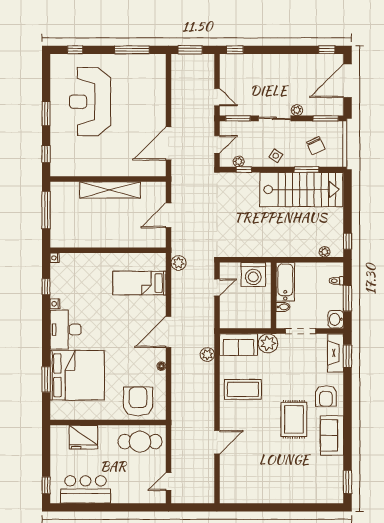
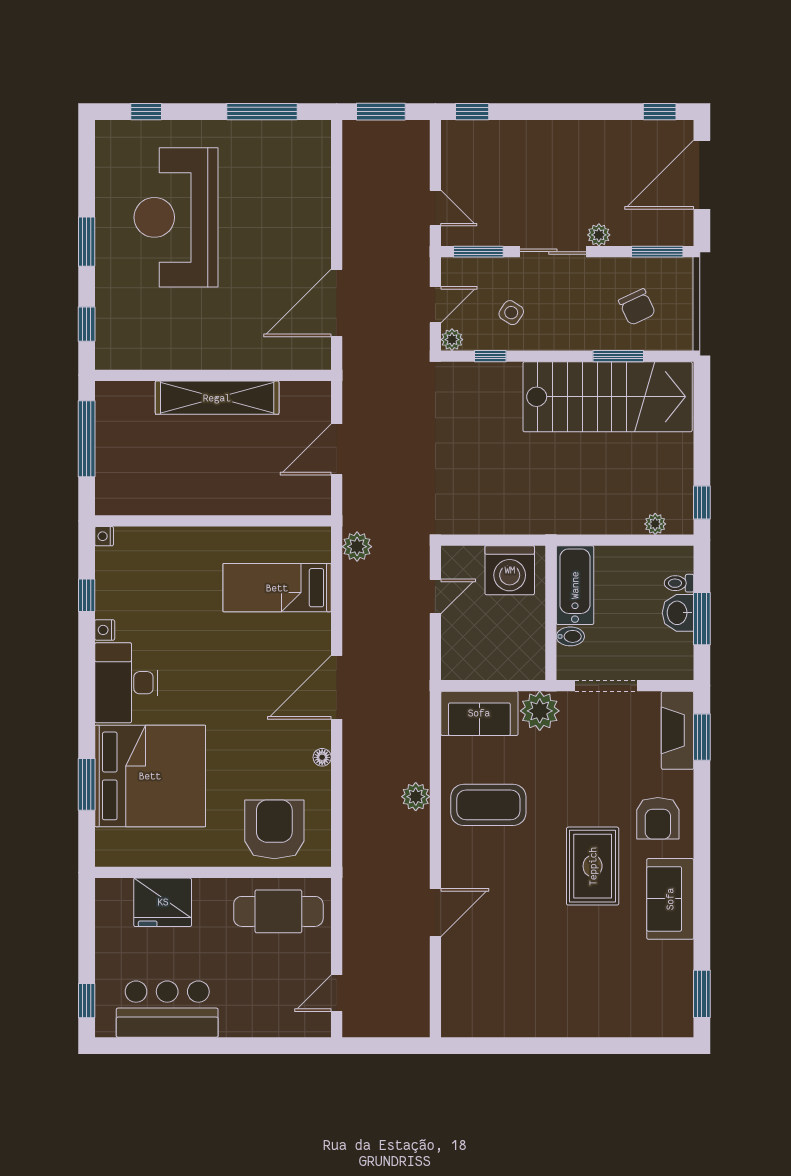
side table: (276, 156) -> (511, 313), moved
plant: (239, 161) -> (452, 340), moved
washbasin: (336, 319) -> (678, 613), moved
plant: (207, 355) -> (416, 797), moved

